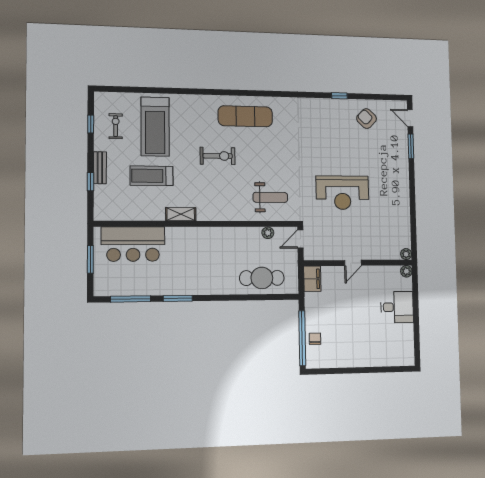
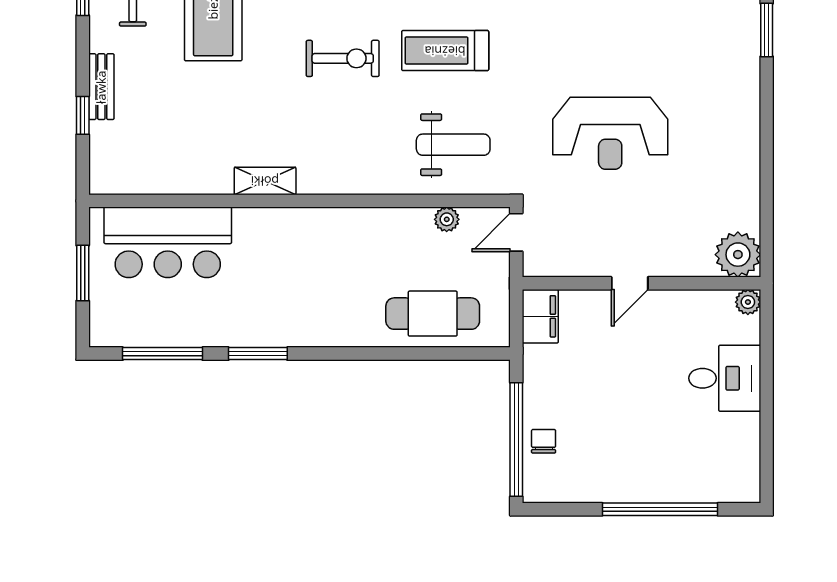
treadmill: (152, 176) -> (445, 51), moved
plant: (406, 254) -> (738, 255), width x1.88, depth x1.88
window: (369, 370) -> (660, 509), added

